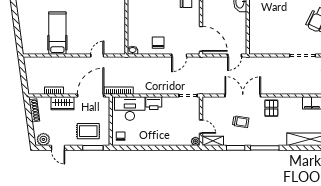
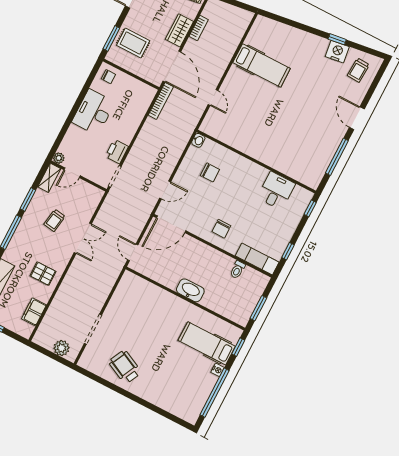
chair: (158, 43) -> (210, 172), moved
door: (179, 55) -> (165, 190), swing flipped
double door: (243, 96) -> (83, 238), width x0.73
printer: (154, 103) -> (117, 151), moved
pallet: (271, 108) -> (43, 274), moved
desk: (130, 109) -> (93, 112), moved, turned 180
rug: (88, 131) -> (133, 43), turned 90

